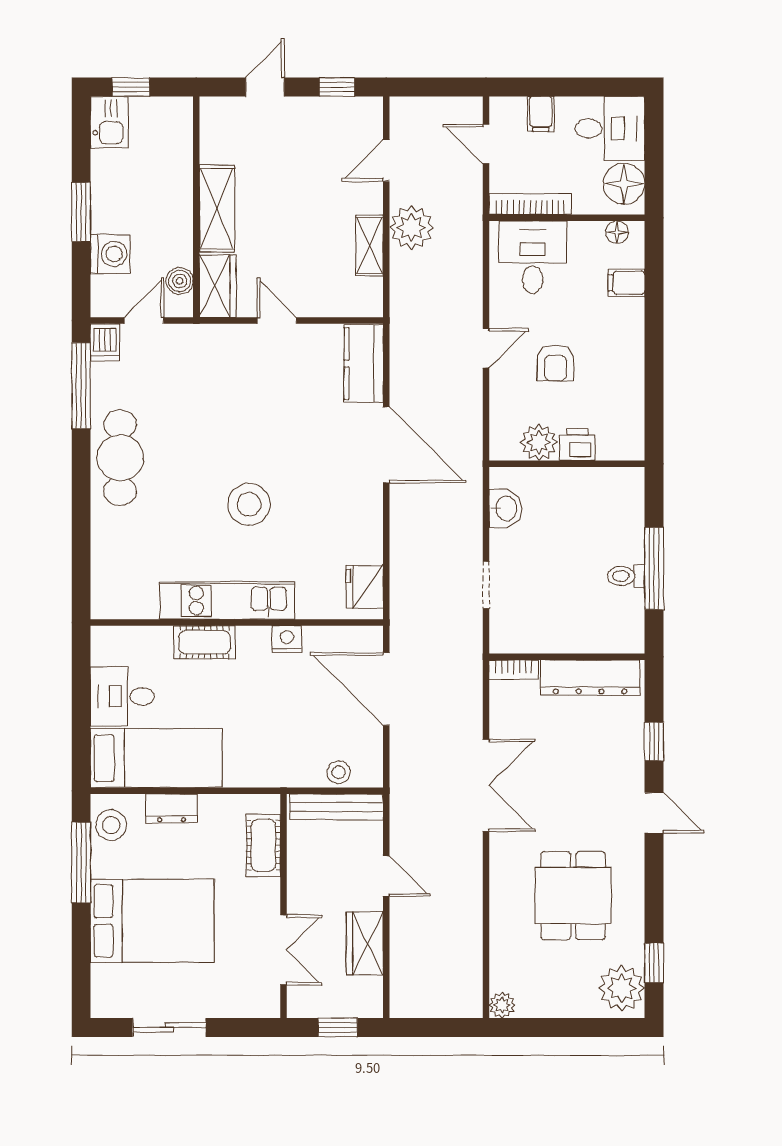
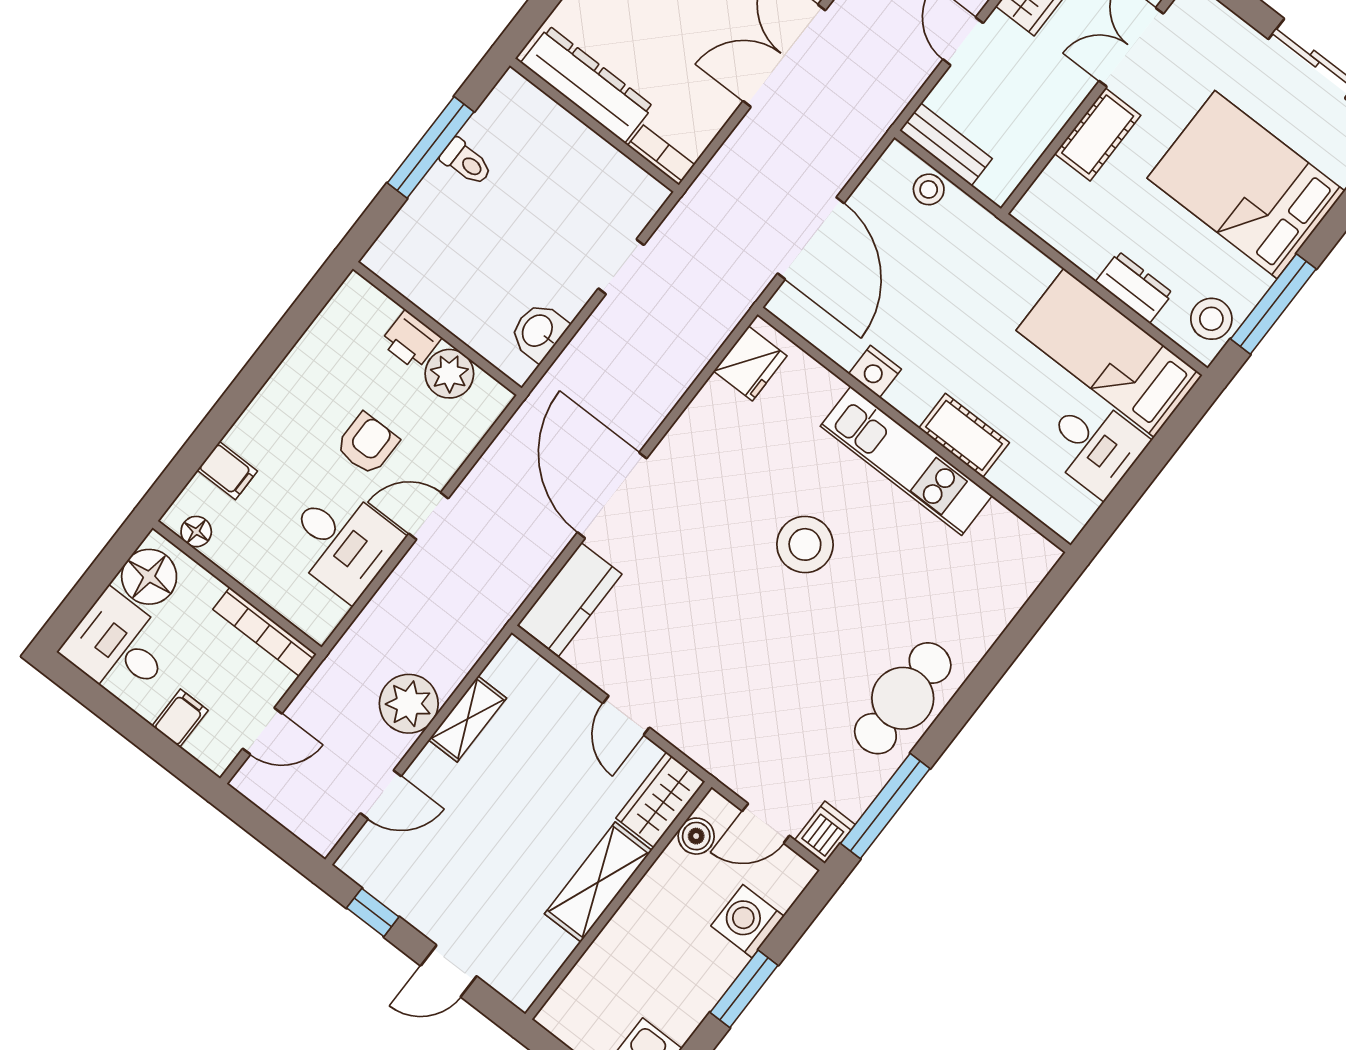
door: (486, 144) -> (262, 731), hinge flipped
desk: (533, 257) -> (342, 542), moved, turned -90
bench: (337, 807) -> (946, 144), width x0.73
cot: (263, 845) -> (1098, 134), moved

